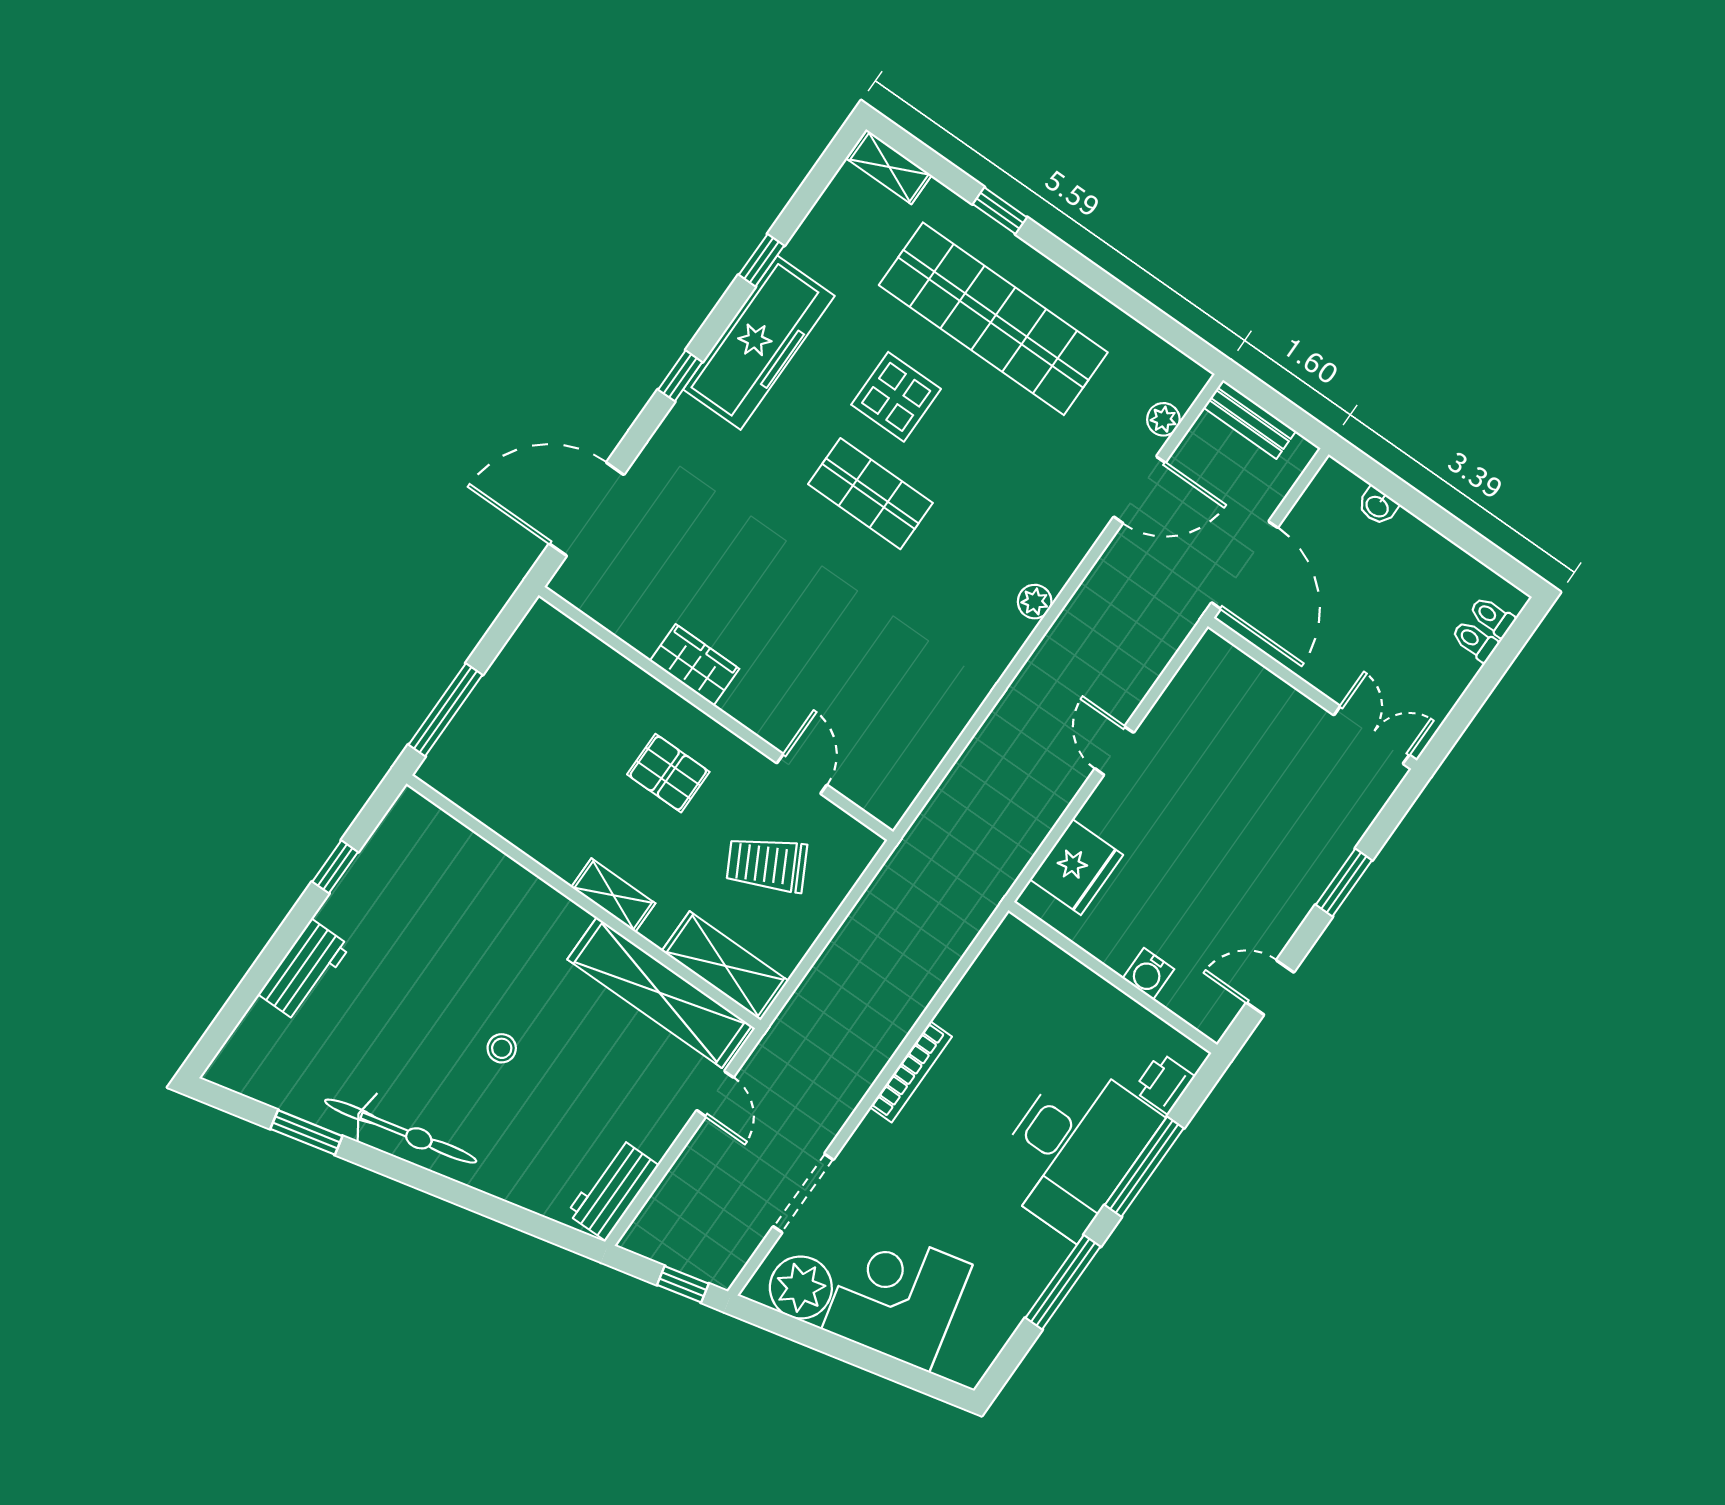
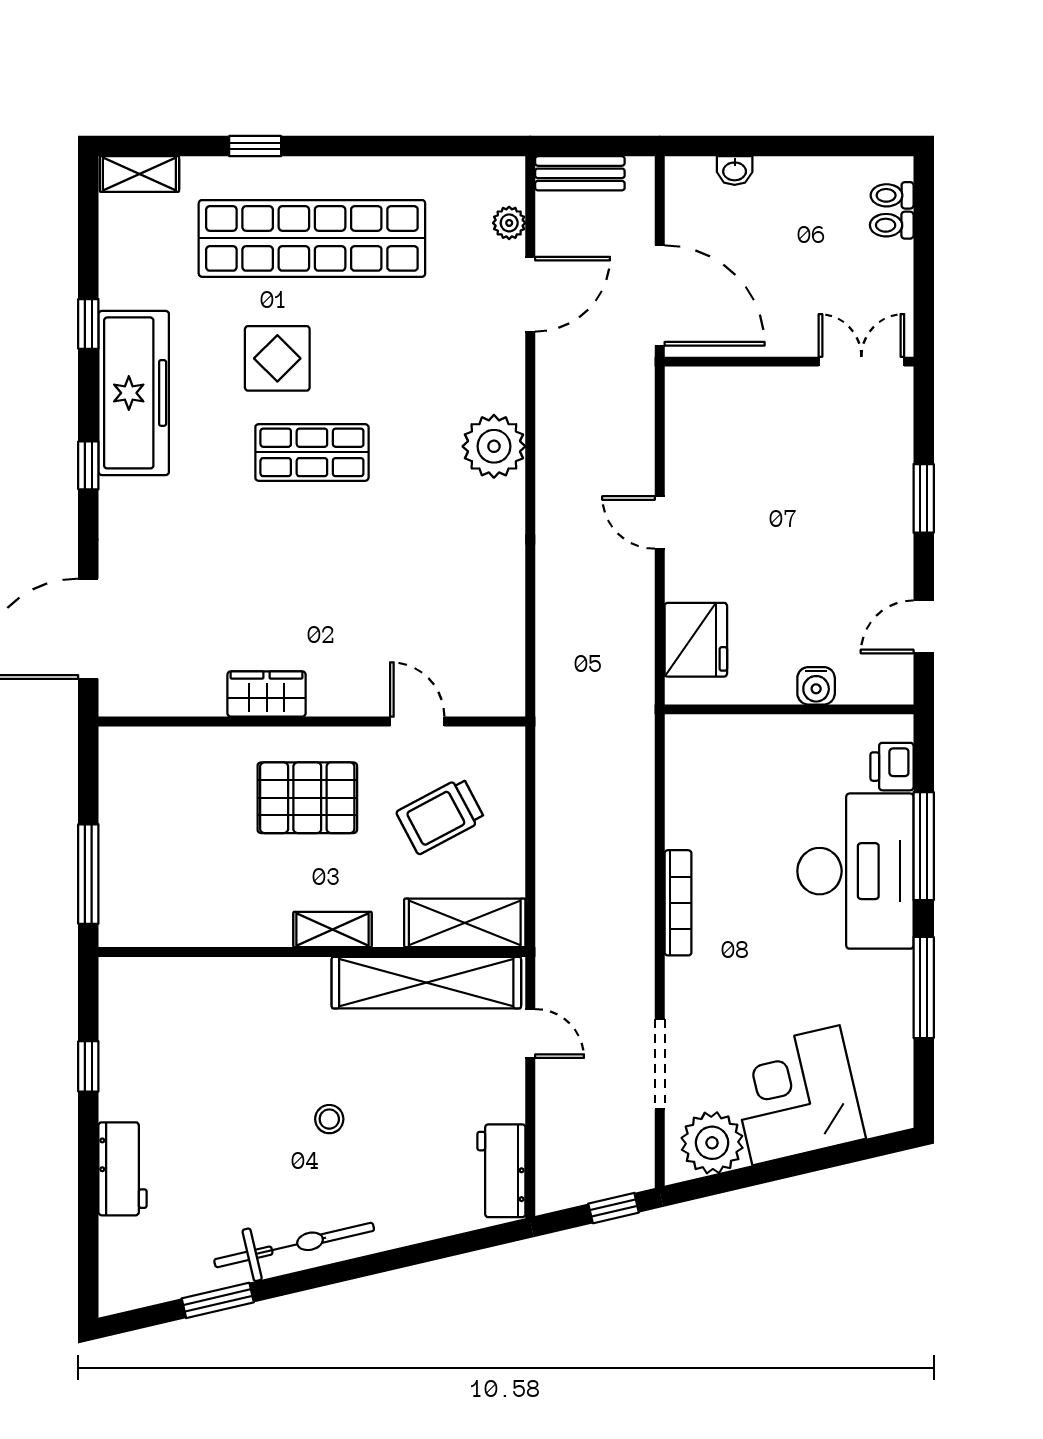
plant: (1035, 602) -> (494, 446), width x1.87, depth x1.87
pallet: (668, 773) -> (307, 798), width x1.50, depth x1.42

